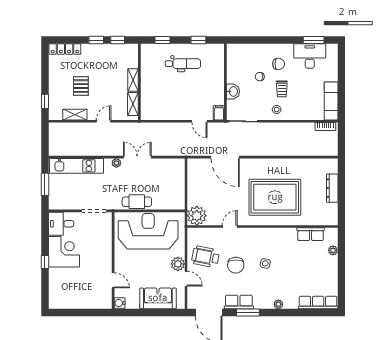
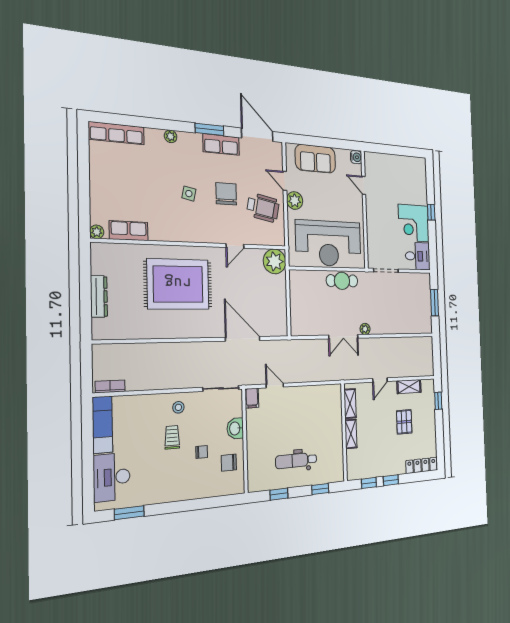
desk: (310, 56) -> (112, 477), moved, turned 90
chair: (279, 64) -> (229, 463), moved
kitchen unit: (77, 166) -> (405, 325), removed
plant: (333, 250) -> (97, 232), moved

